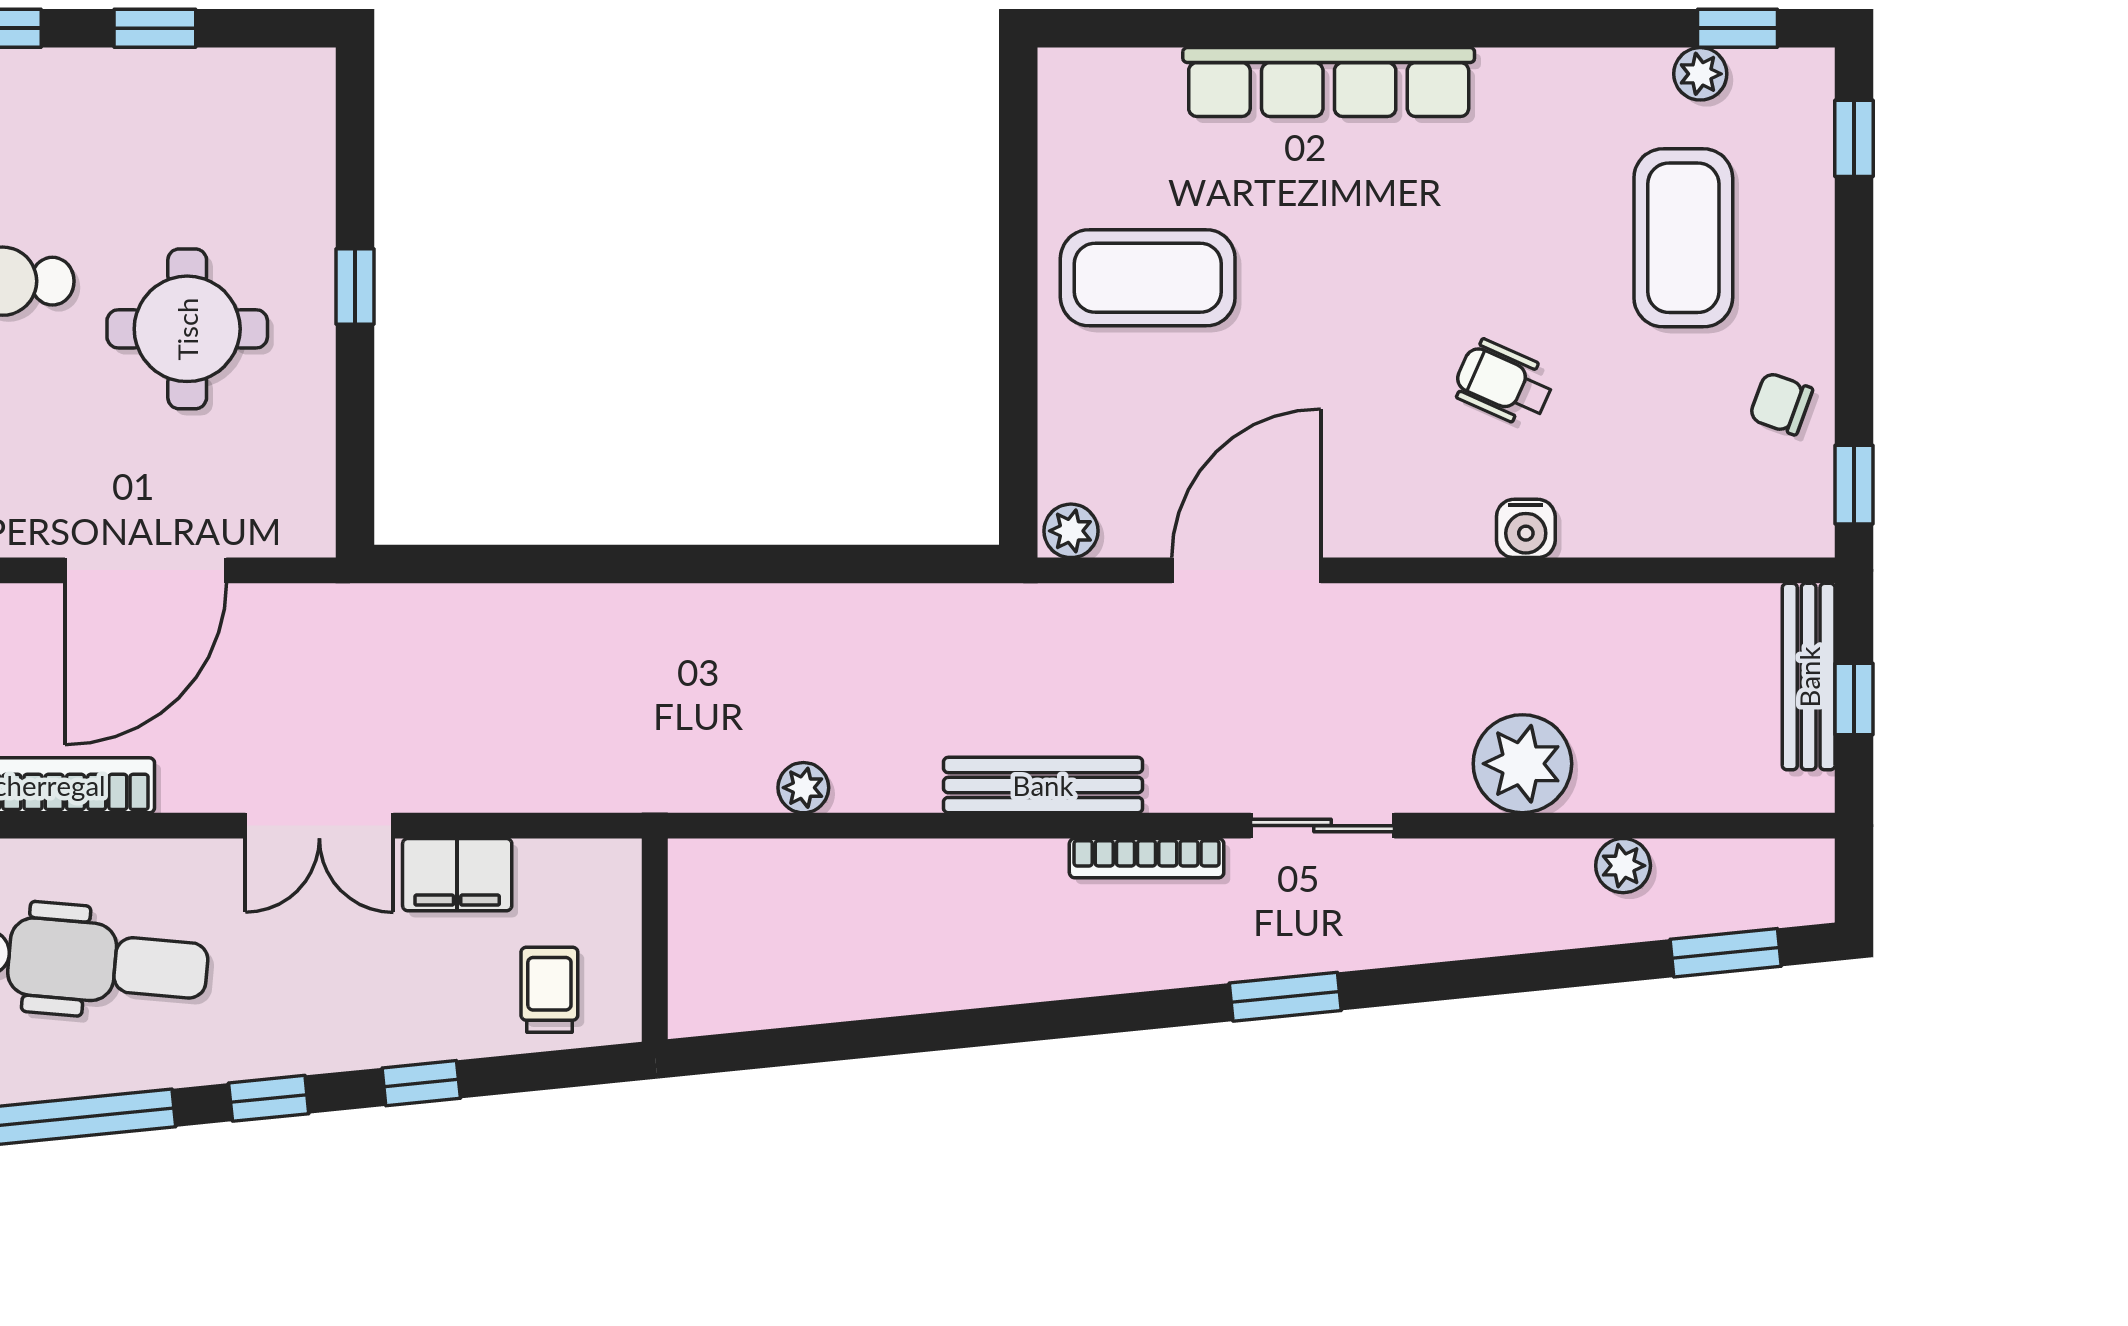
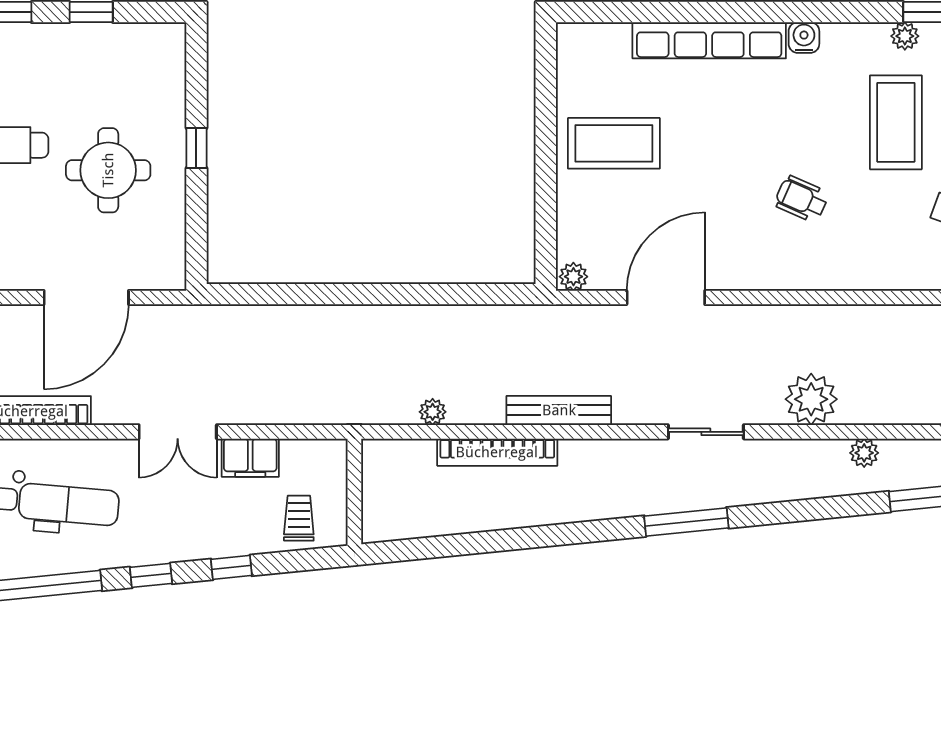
water cooler: (1526, 528) -> (804, 38), moved, turned 180
bookcase: (1147, 858) -> (497, 452), moved, width x1.48, depth x1.31
window: (1285, 997) -> (686, 522), width x1.44

